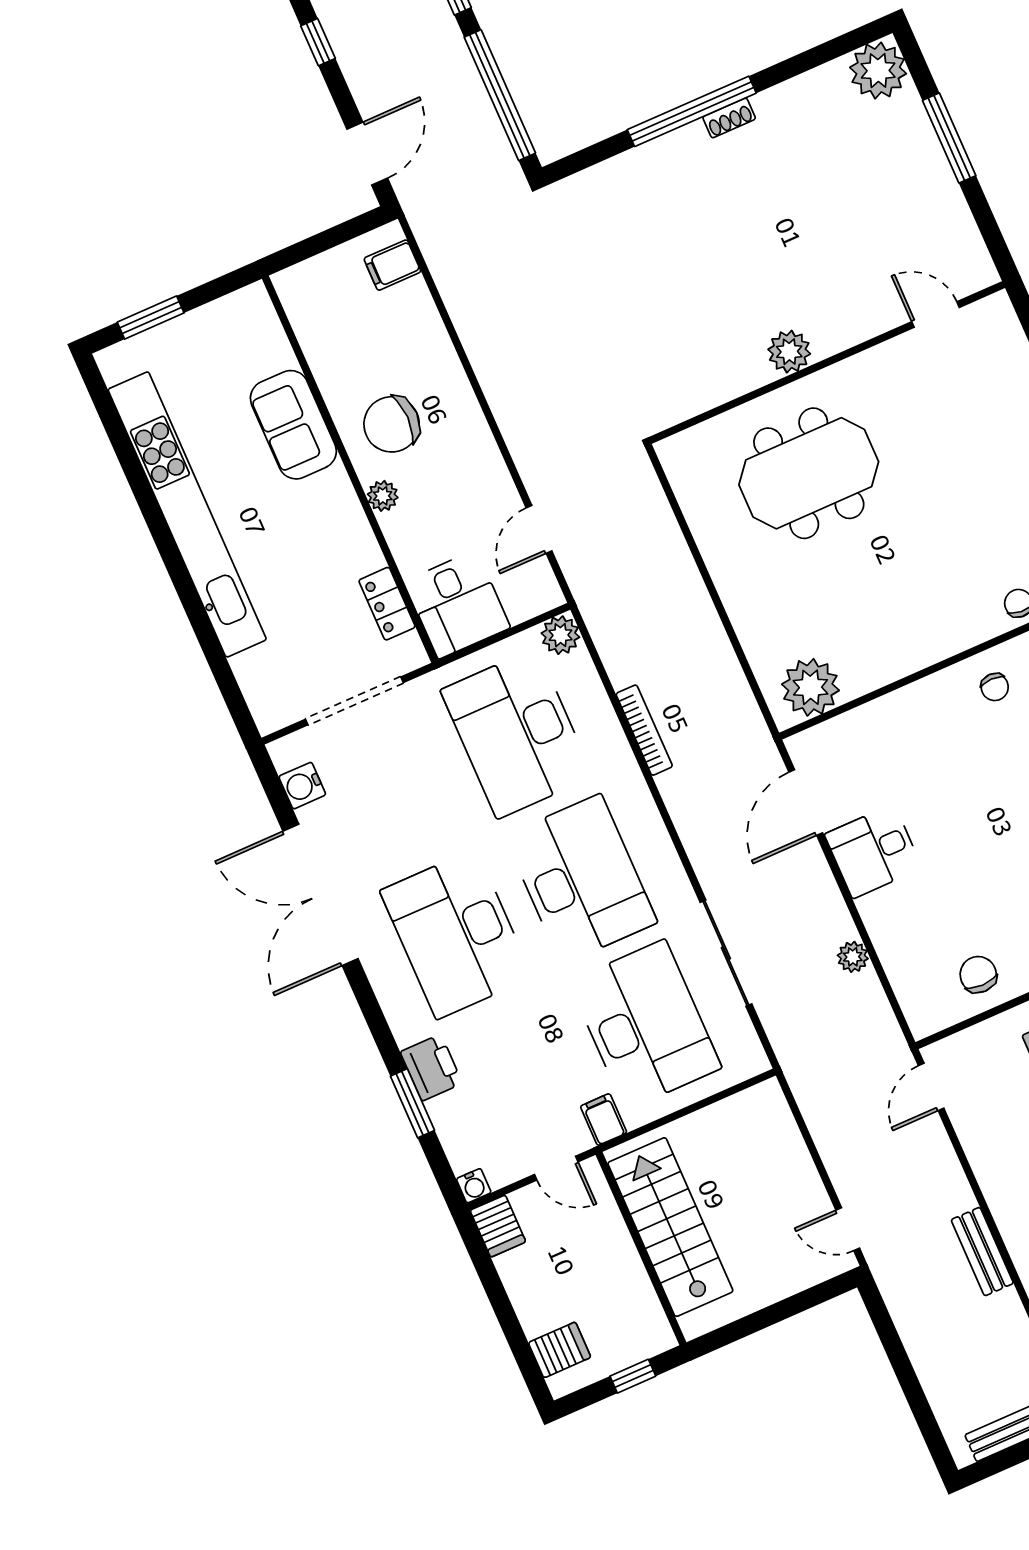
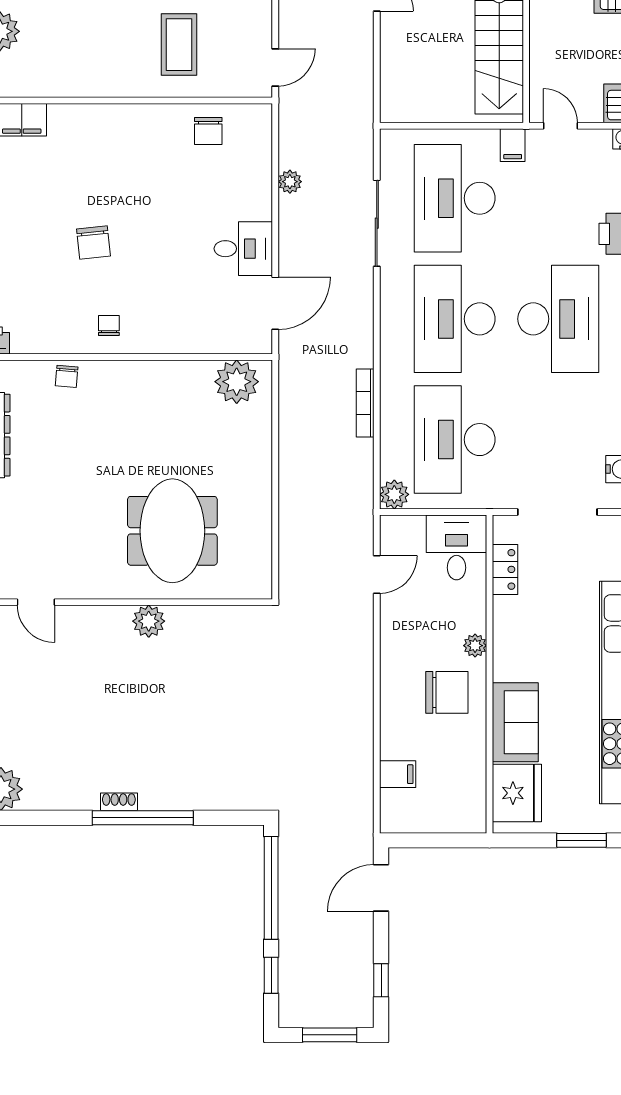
filing cabinet: (392, 265) -> (398, 774), moved
fridge: (254, 340) -> (517, 793), added
meeting table: (809, 473) -> (172, 531), turned 90
desk: (517, 733) -> (455, 440), turned 180

